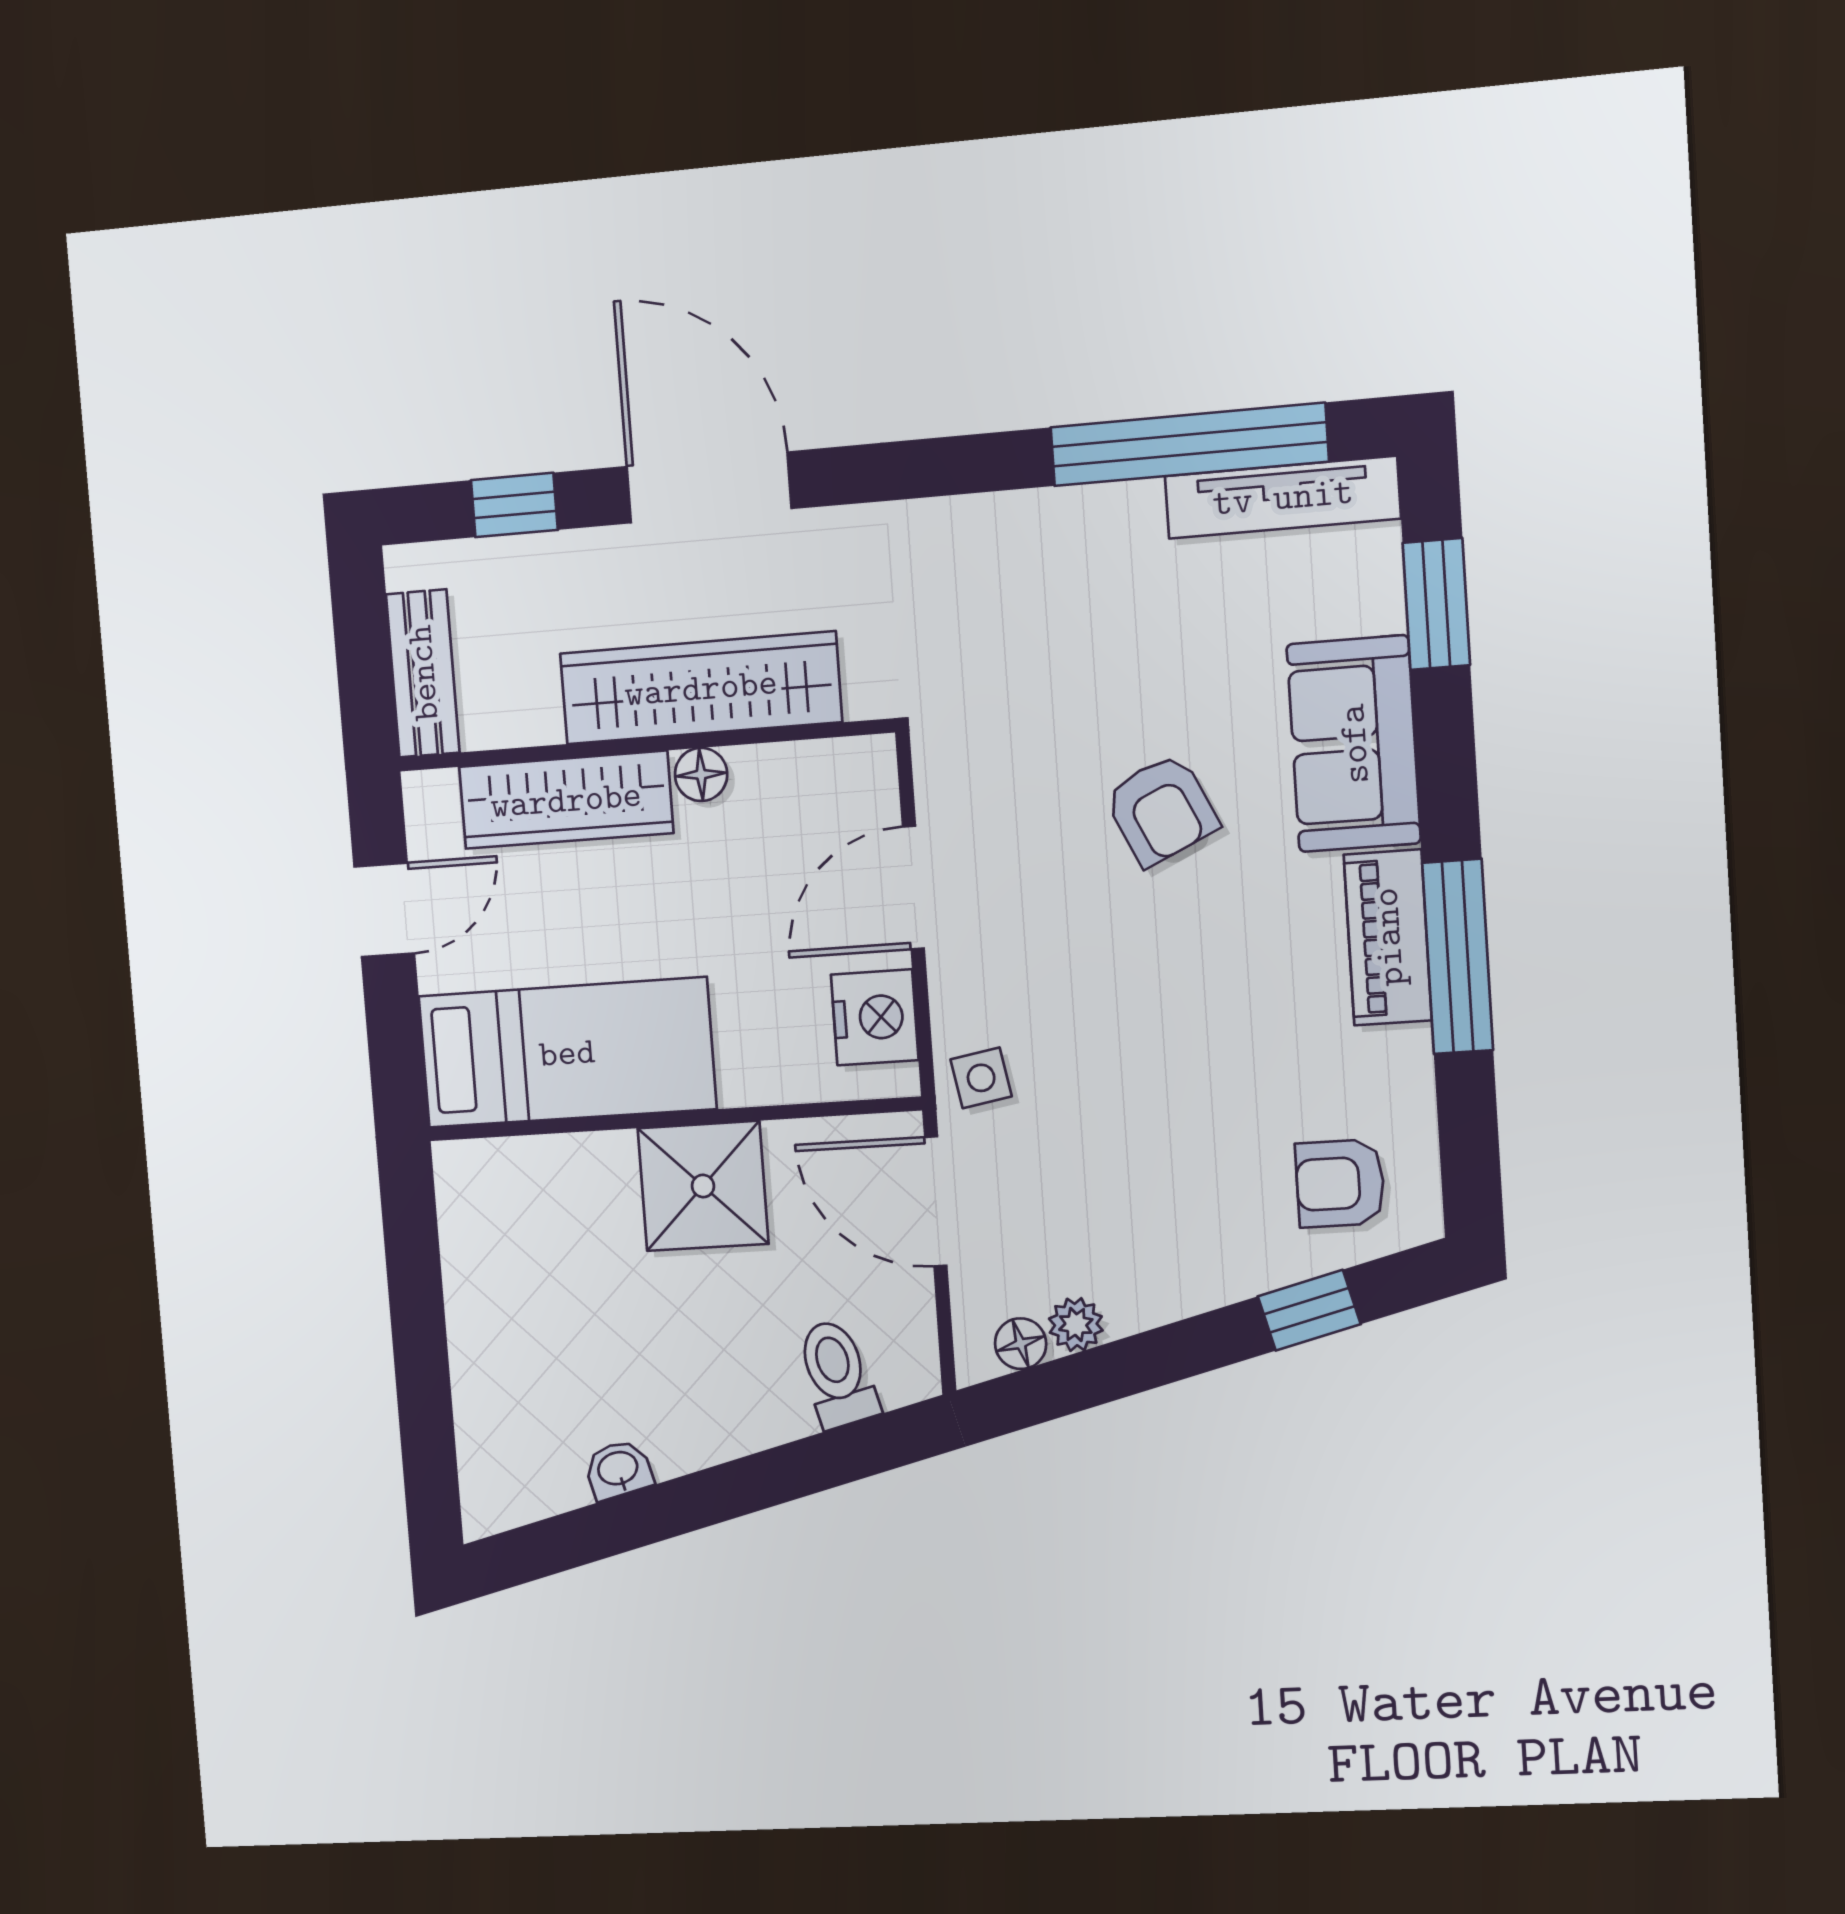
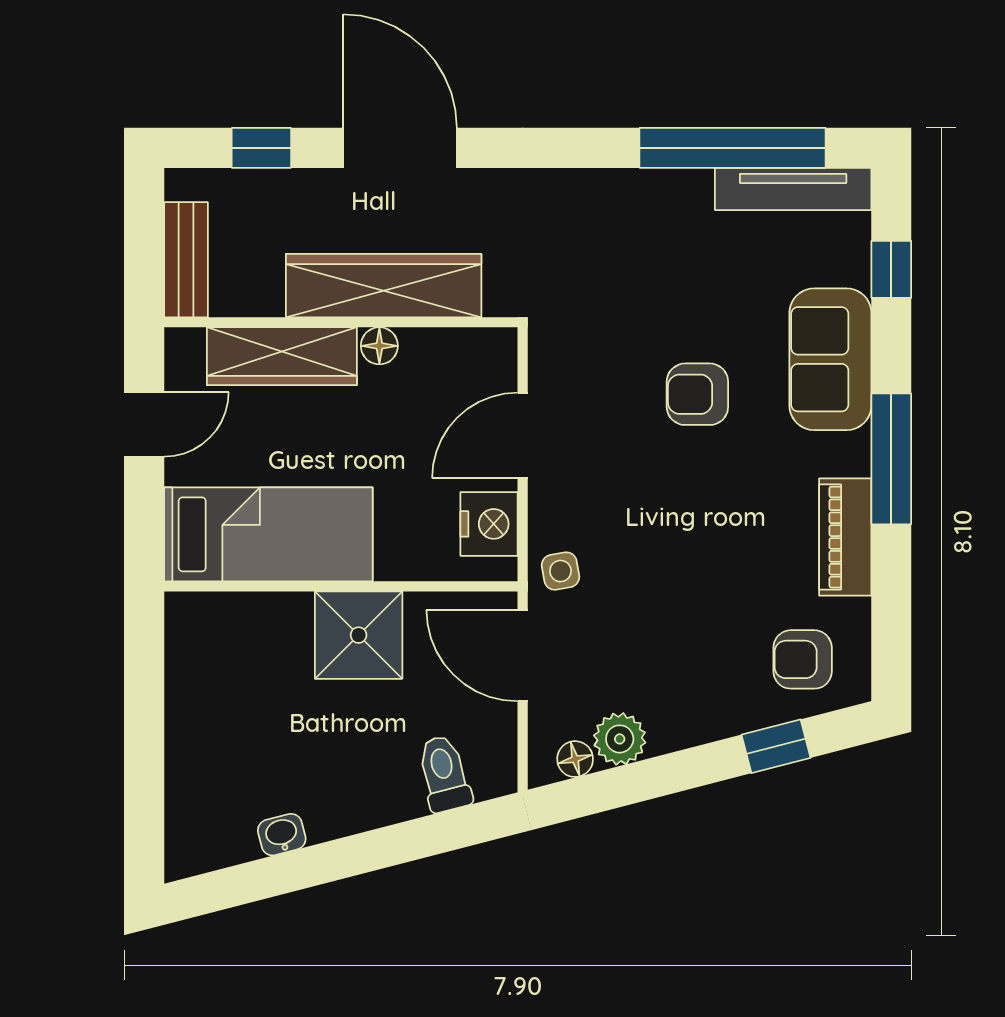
window: (1436, 604) -> (891, 269), width x0.67
armchair: (1161, 810) -> (697, 394), turned 115
piano: (1388, 937) -> (845, 537), moved
window: (1458, 956) -> (891, 459), moved
plant: (1076, 1325) -> (620, 739), width x1.38, depth x1.38

